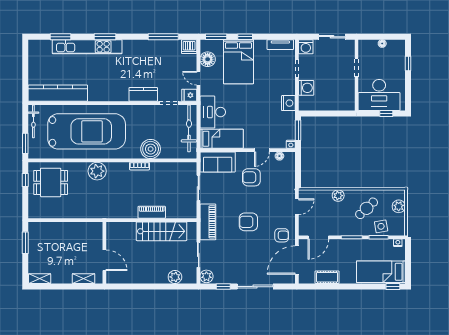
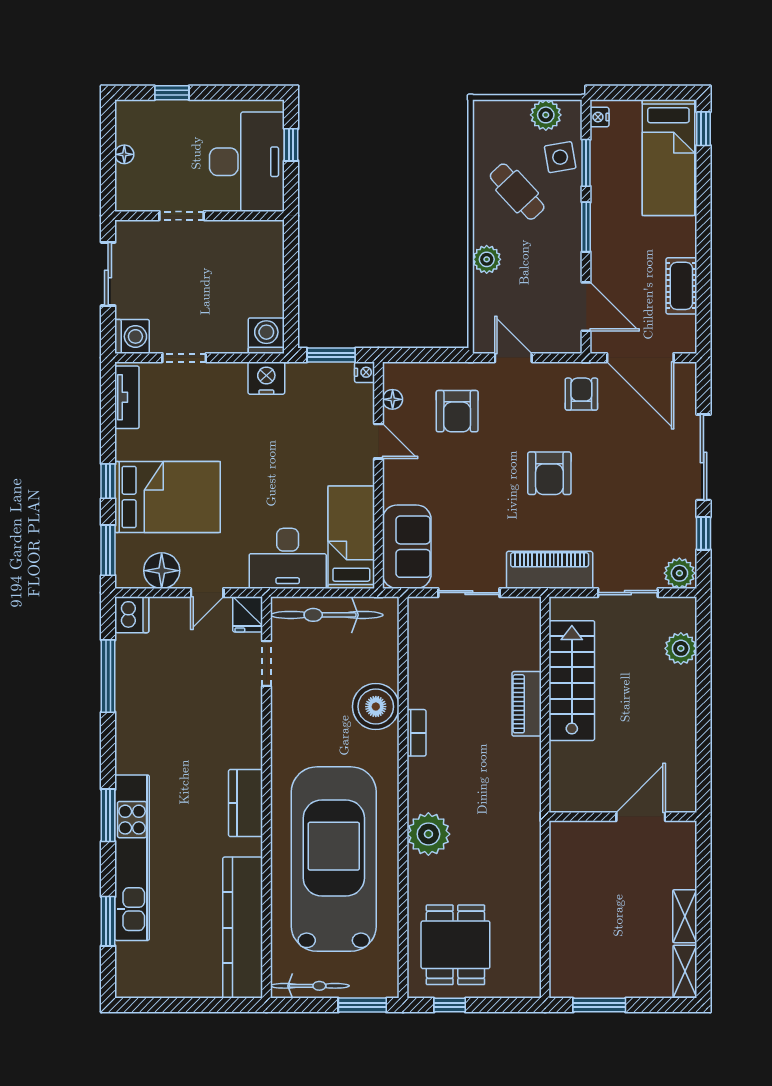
washing machine: (306, 88) -> (266, 336), moved
kitchen counter: (143, 94) -> (246, 803), moved
armchair: (251, 177) -> (457, 411), moved
plant: (399, 206) -> (546, 115), moved
shelving: (84, 279) -> (685, 916), moved

